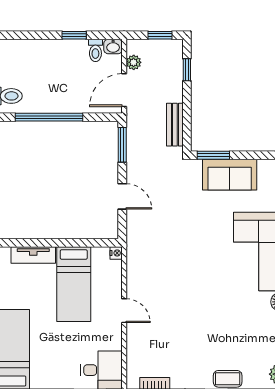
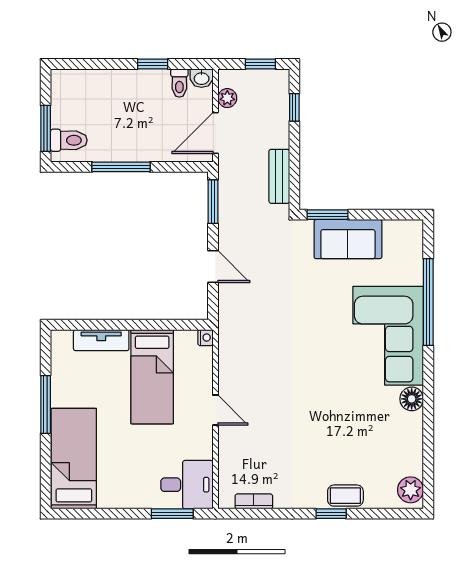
window: (49, 117) -> (121, 167), width x0.68

